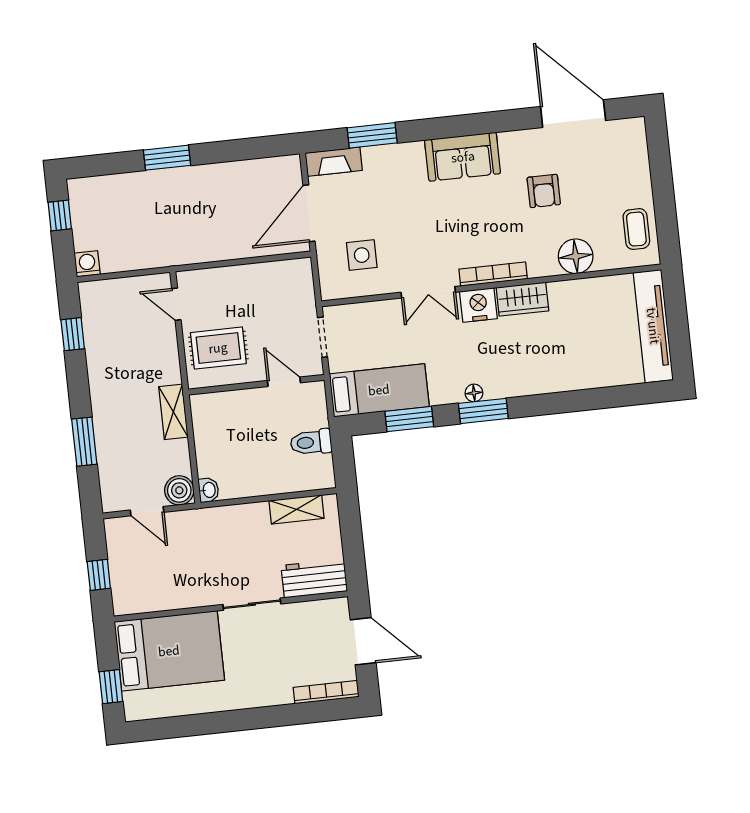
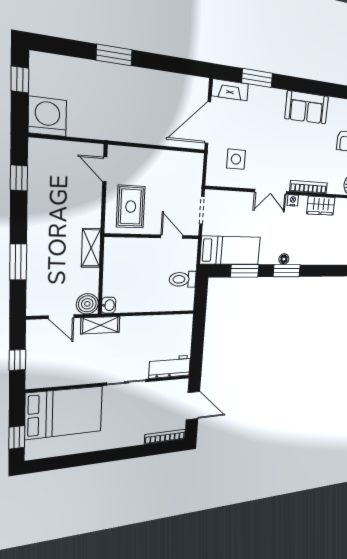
washing machine: (87, 264) -> (47, 117), width x1.89, depth x1.89
nightstand: (478, 305) -> (293, 200), width x0.53, depth x0.56
rug: (218, 348) -> (131, 207), turned 90
shelving: (297, 509) -> (100, 325), moved

